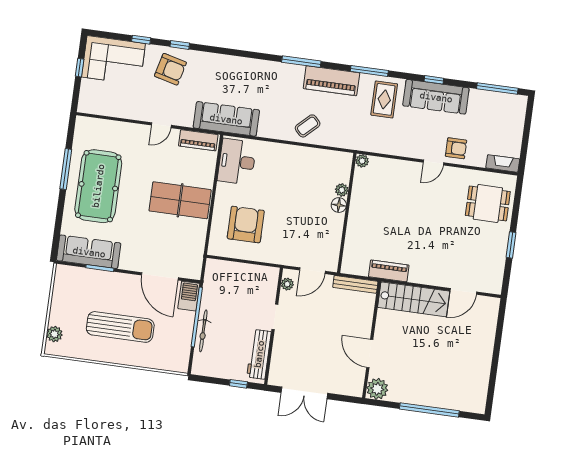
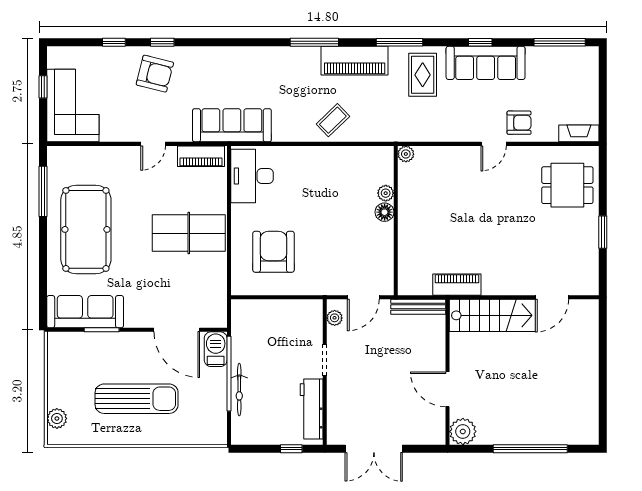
corner sofa: (113, 60) -> (73, 106), moved, turned -90
window: (66, 169) -> (43, 191), moved

